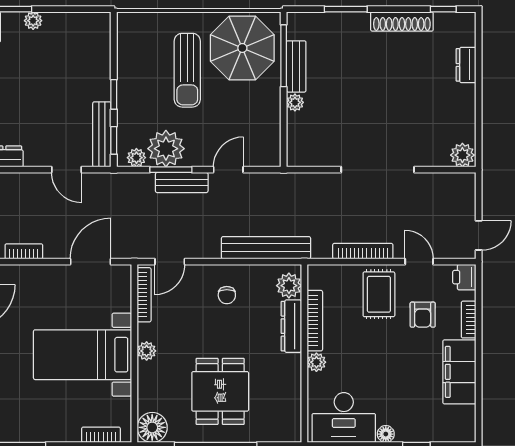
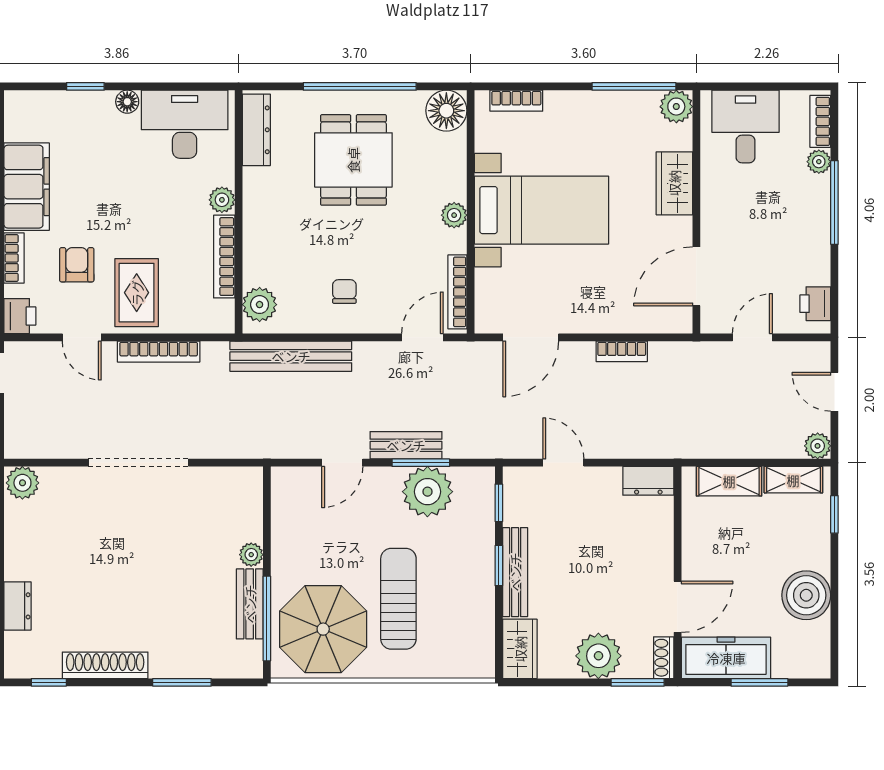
plant: (33, 21) -> (598, 656), width x1.87, depth x1.87
wardrobe: (98, 34) -> (520, 649), added
bench: (102, 134) -> (515, 572), moved
plant: (136, 158) -> (468, 479), removed
dresser: (291, 326) -> (256, 130), moved

